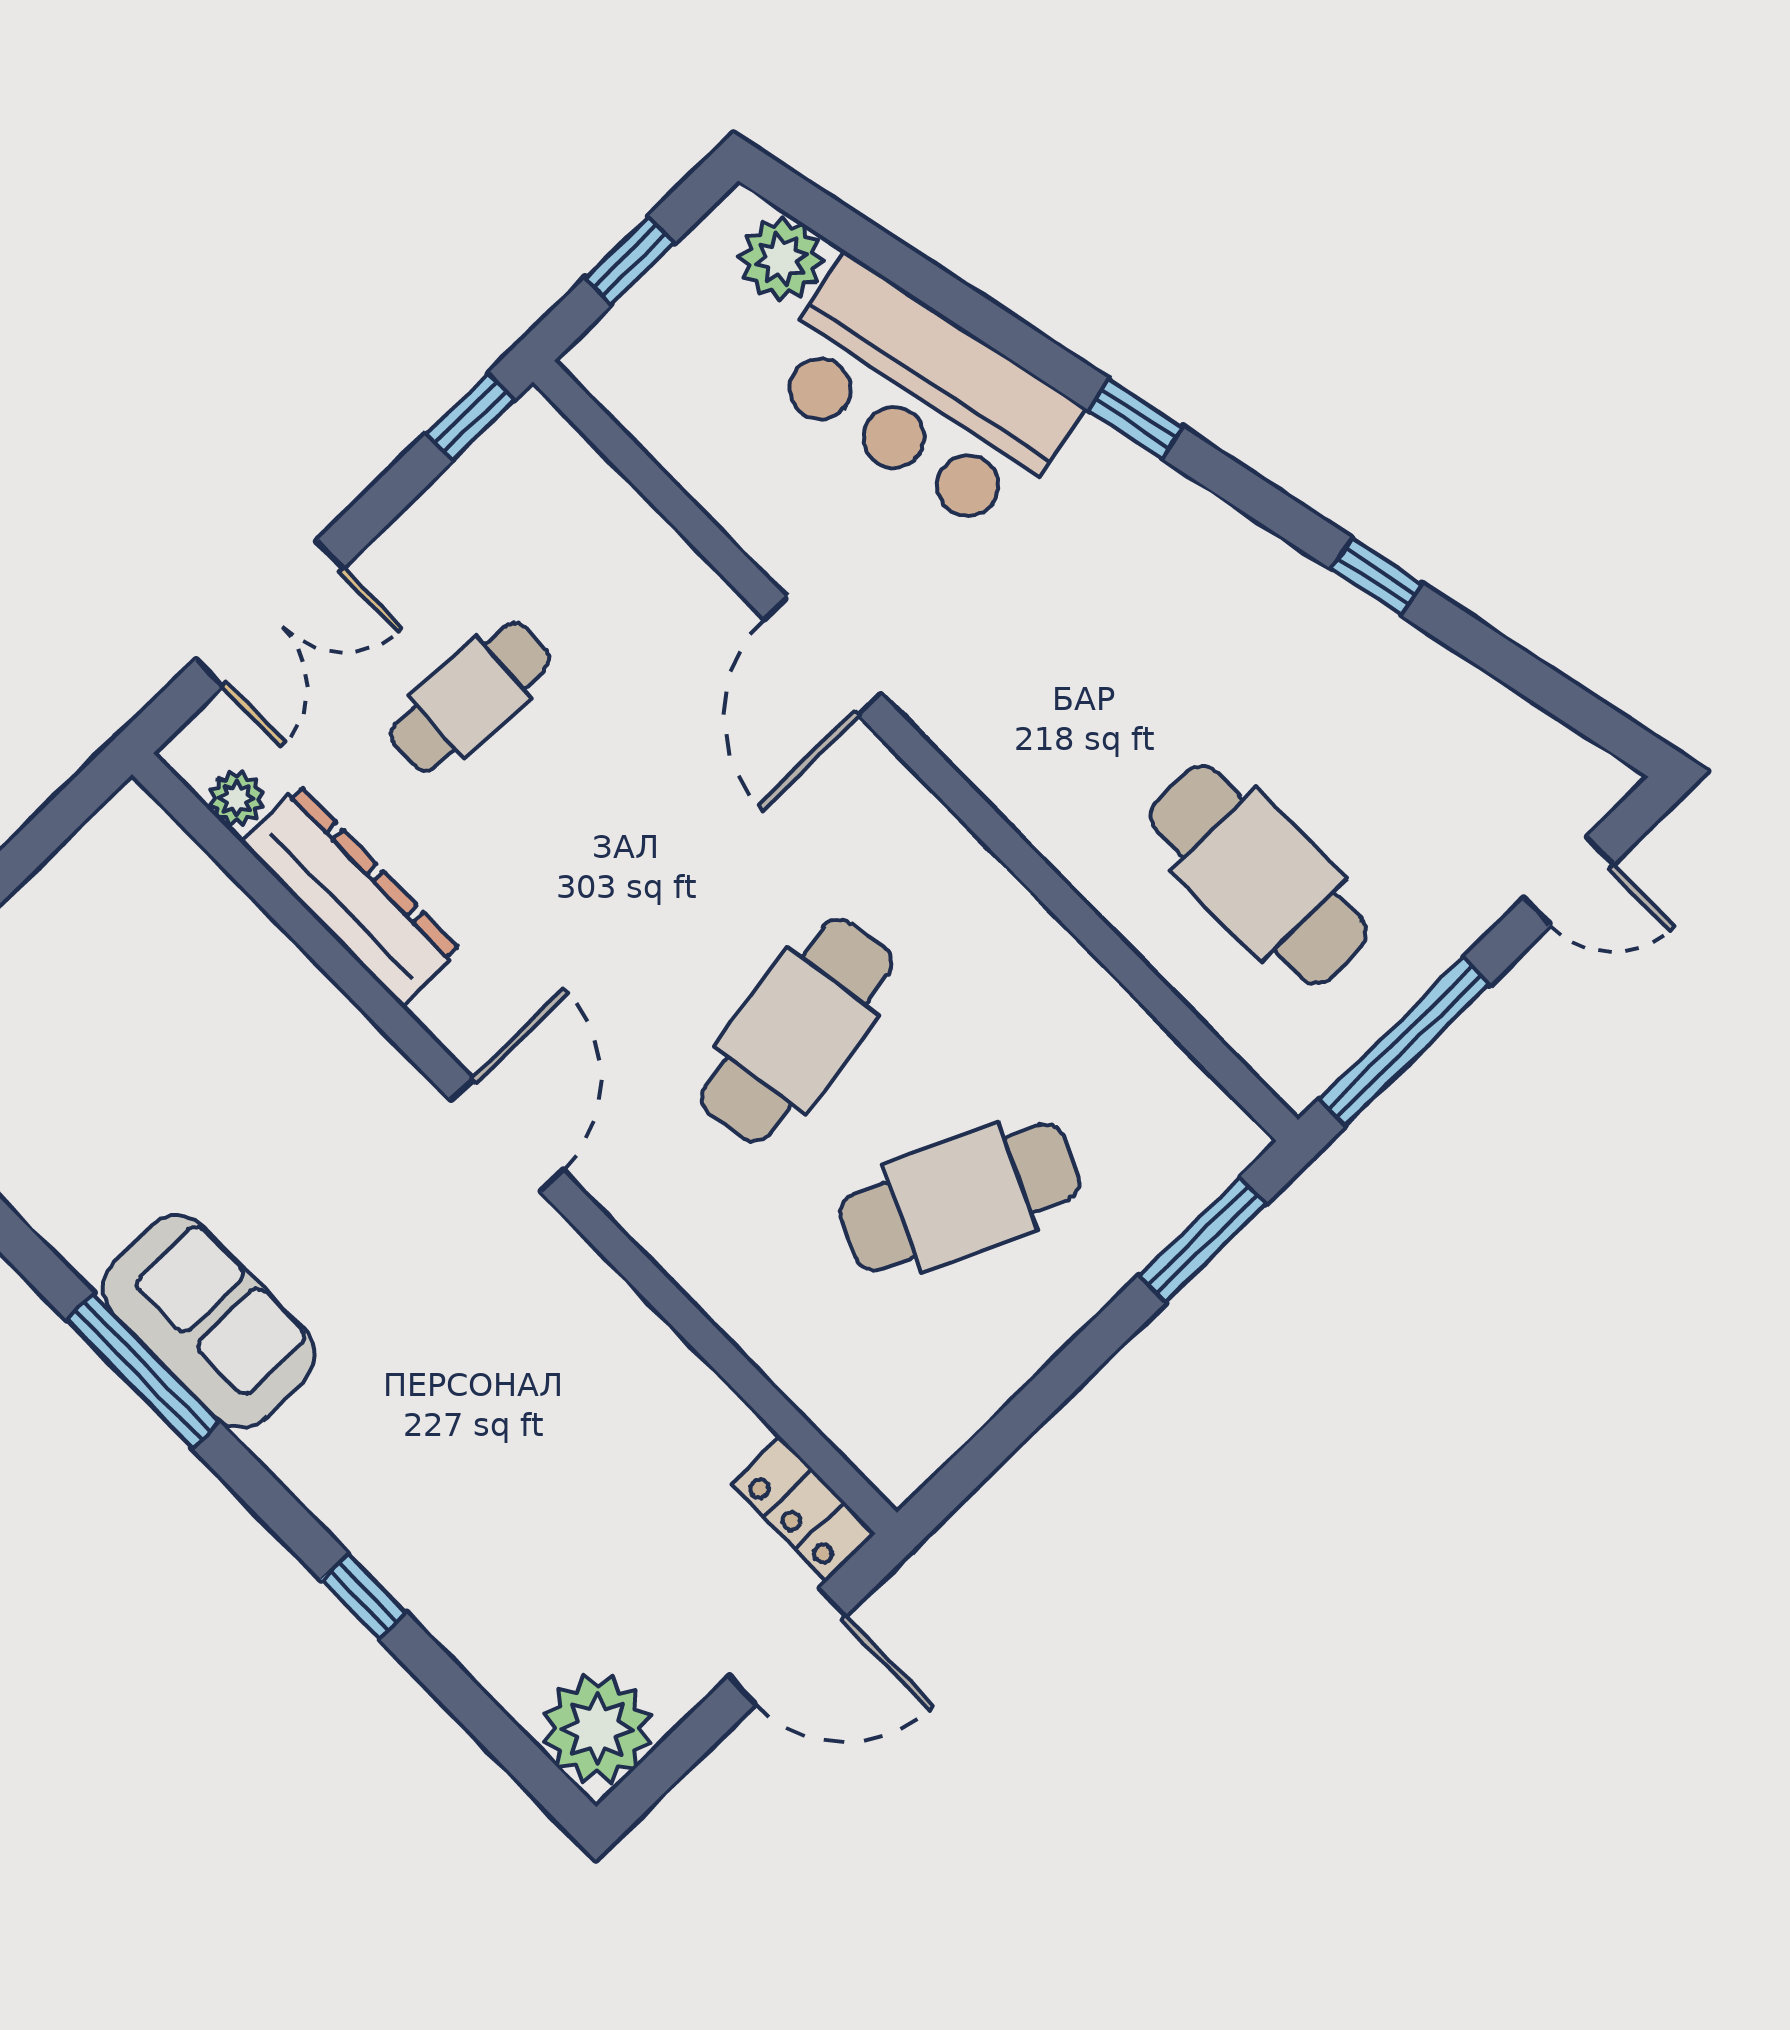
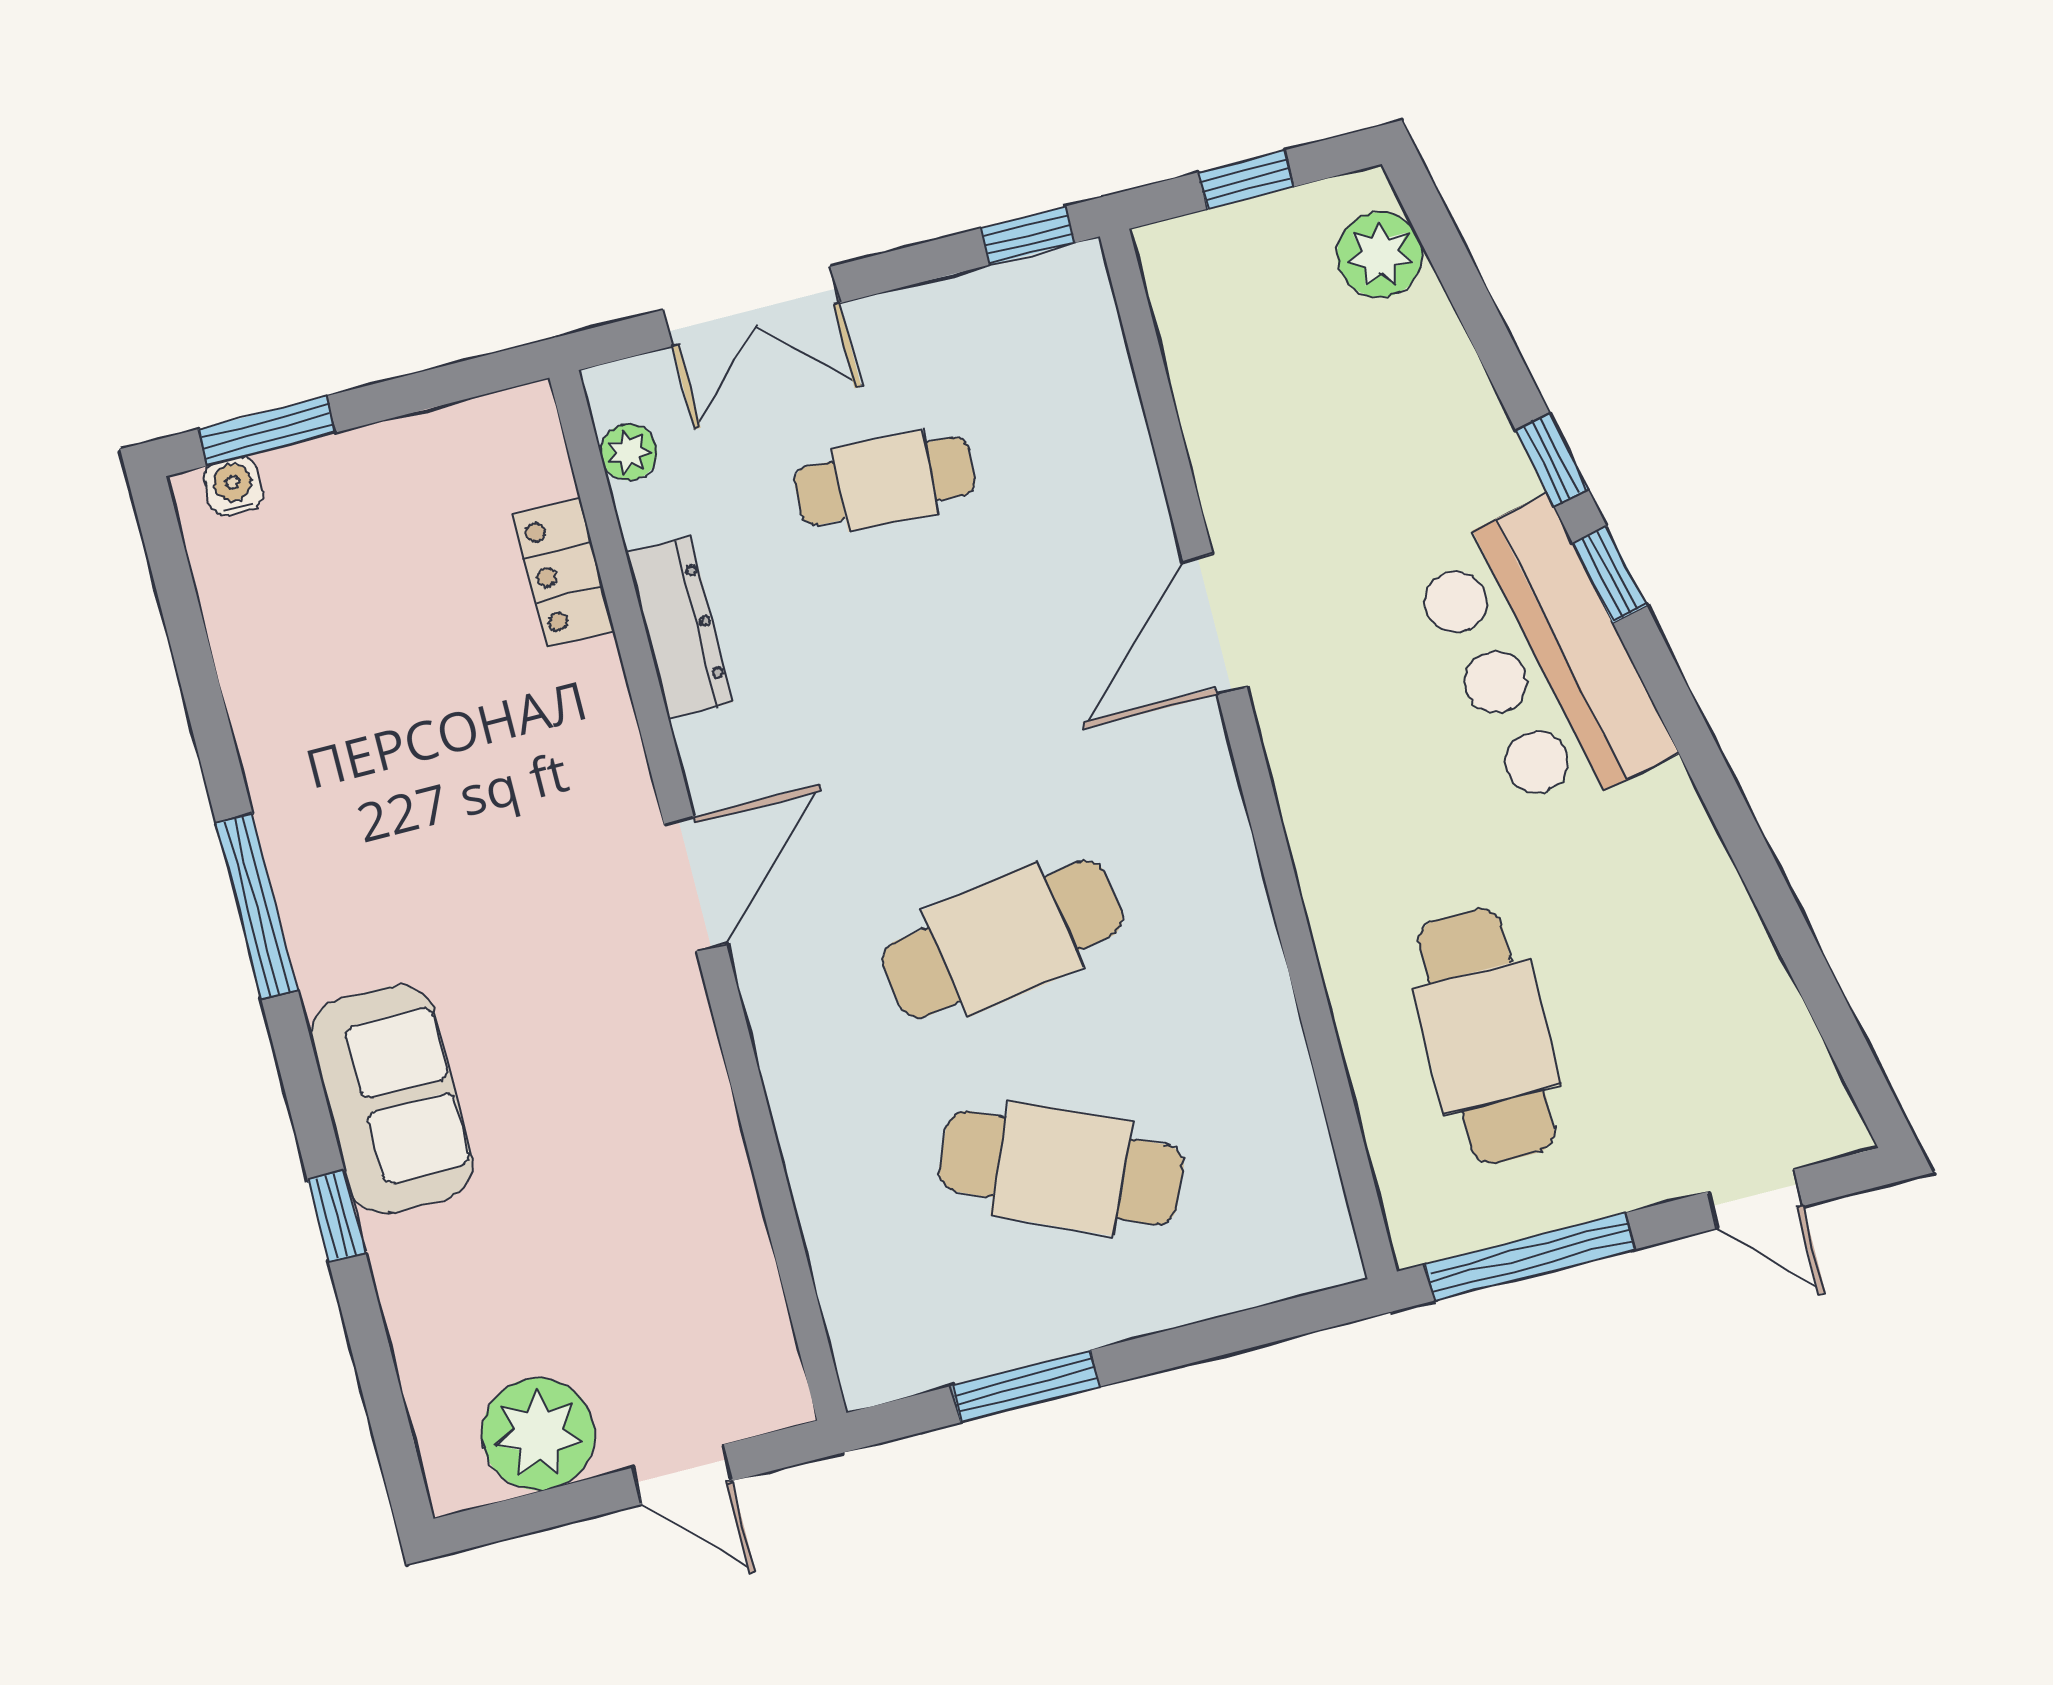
bar counter: (921, 396) -> (1541, 659), moved
window: (1377, 576) -> (1552, 460), moved
dresser: (351, 896) -> (679, 628), width x0.73, depth x0.80
window: (1202, 1240) -> (1026, 1386), moved
sofa: (209, 1322) -> (392, 1099), moved
locker: (804, 1509) -> (564, 573), moved
door: (787, 1647) -> (682, 1474), width x0.73
plant: (597, 1729) -> (538, 1434), moved

